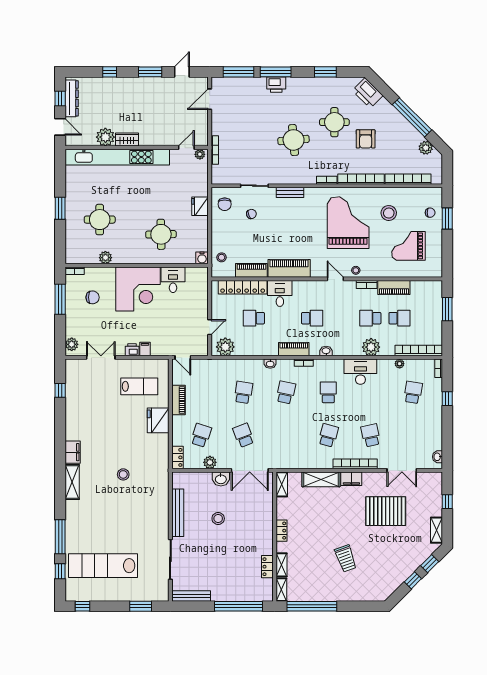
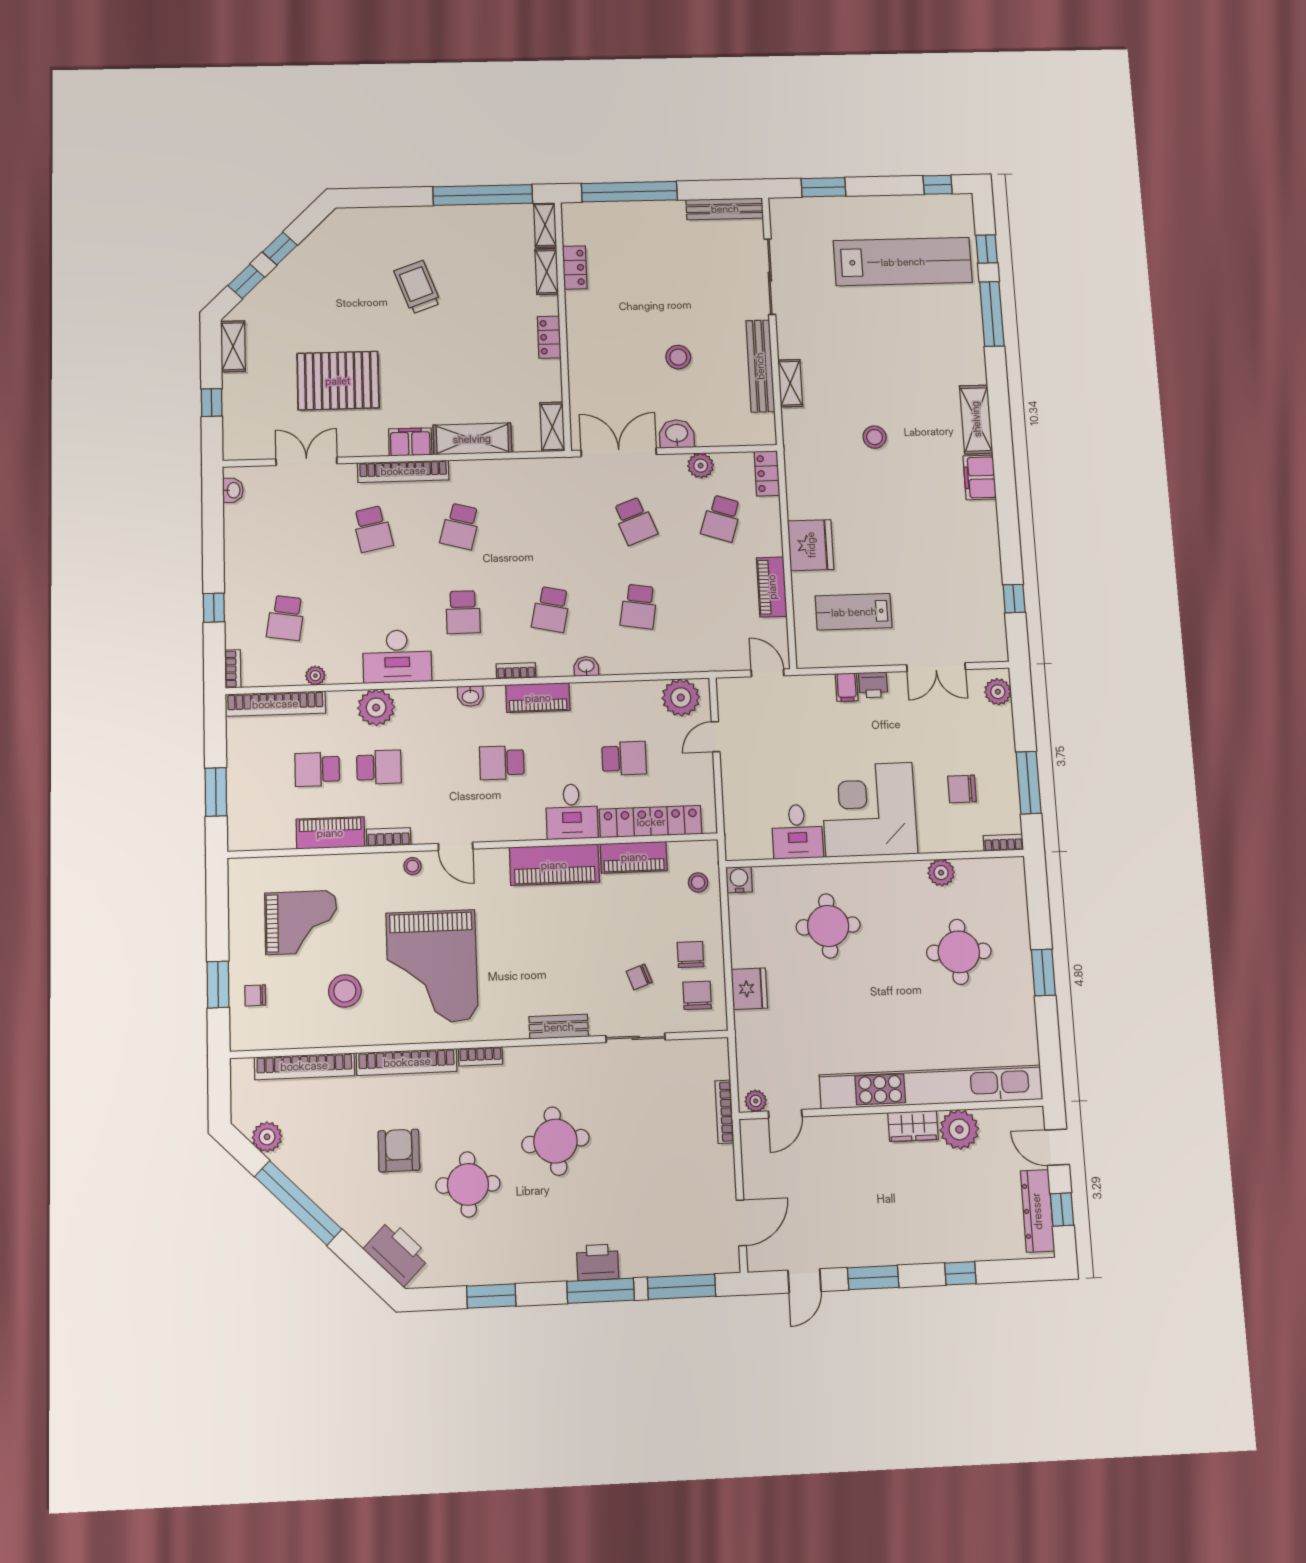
chair: (227, 223) -> (691, 955), added
shelving: (163, 503) -> (790, 383), added

